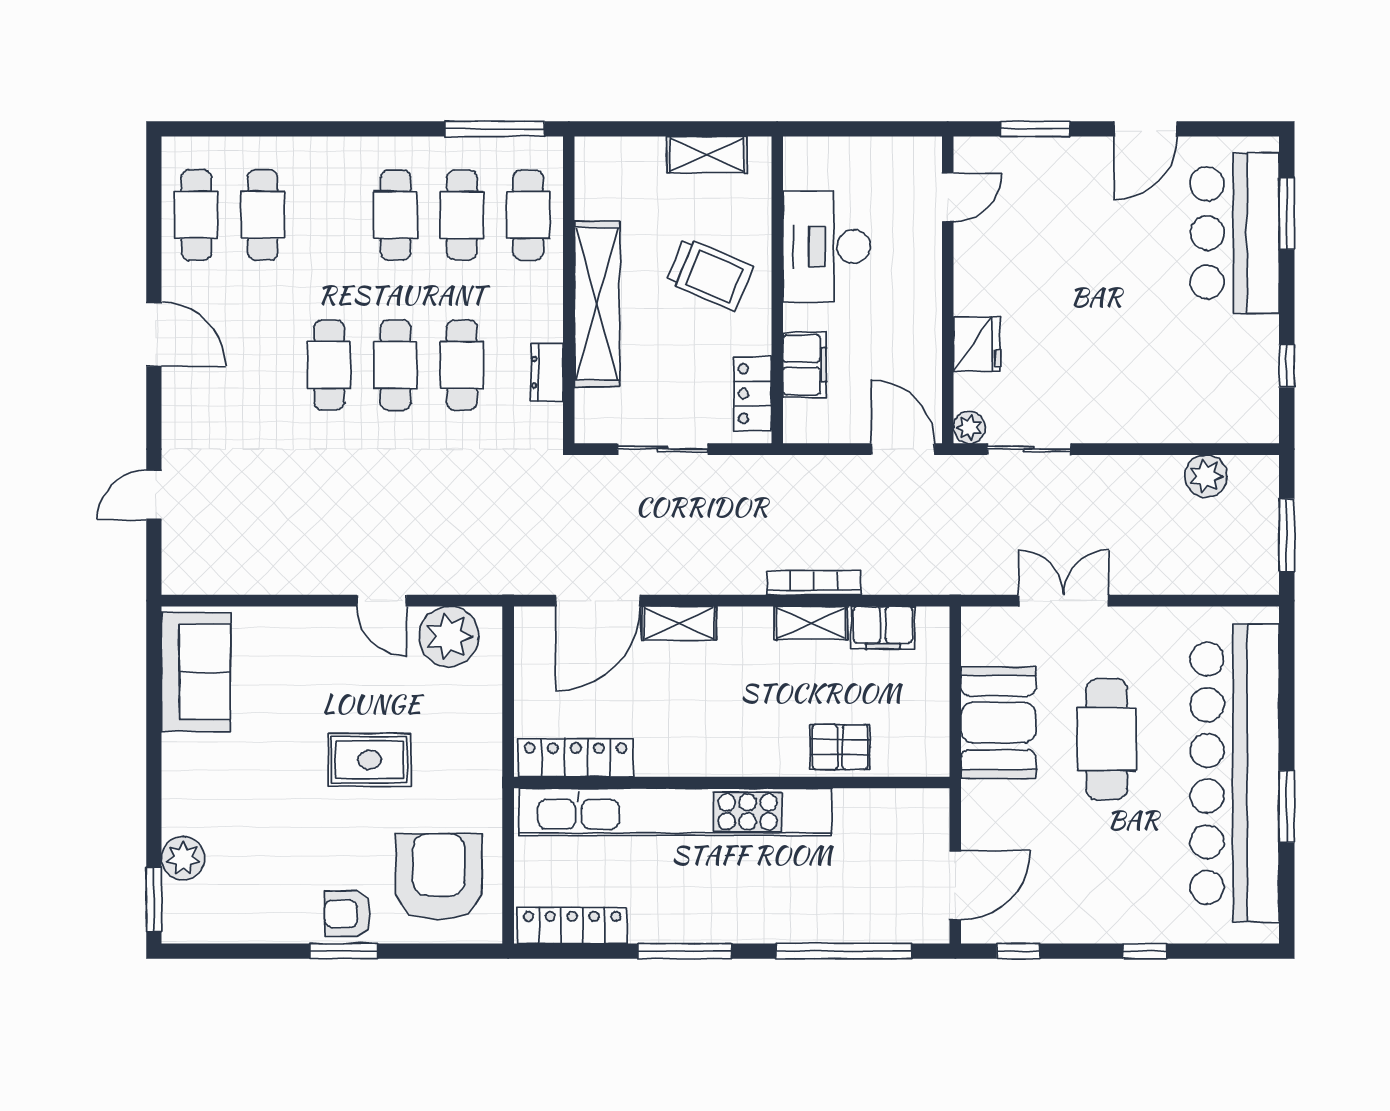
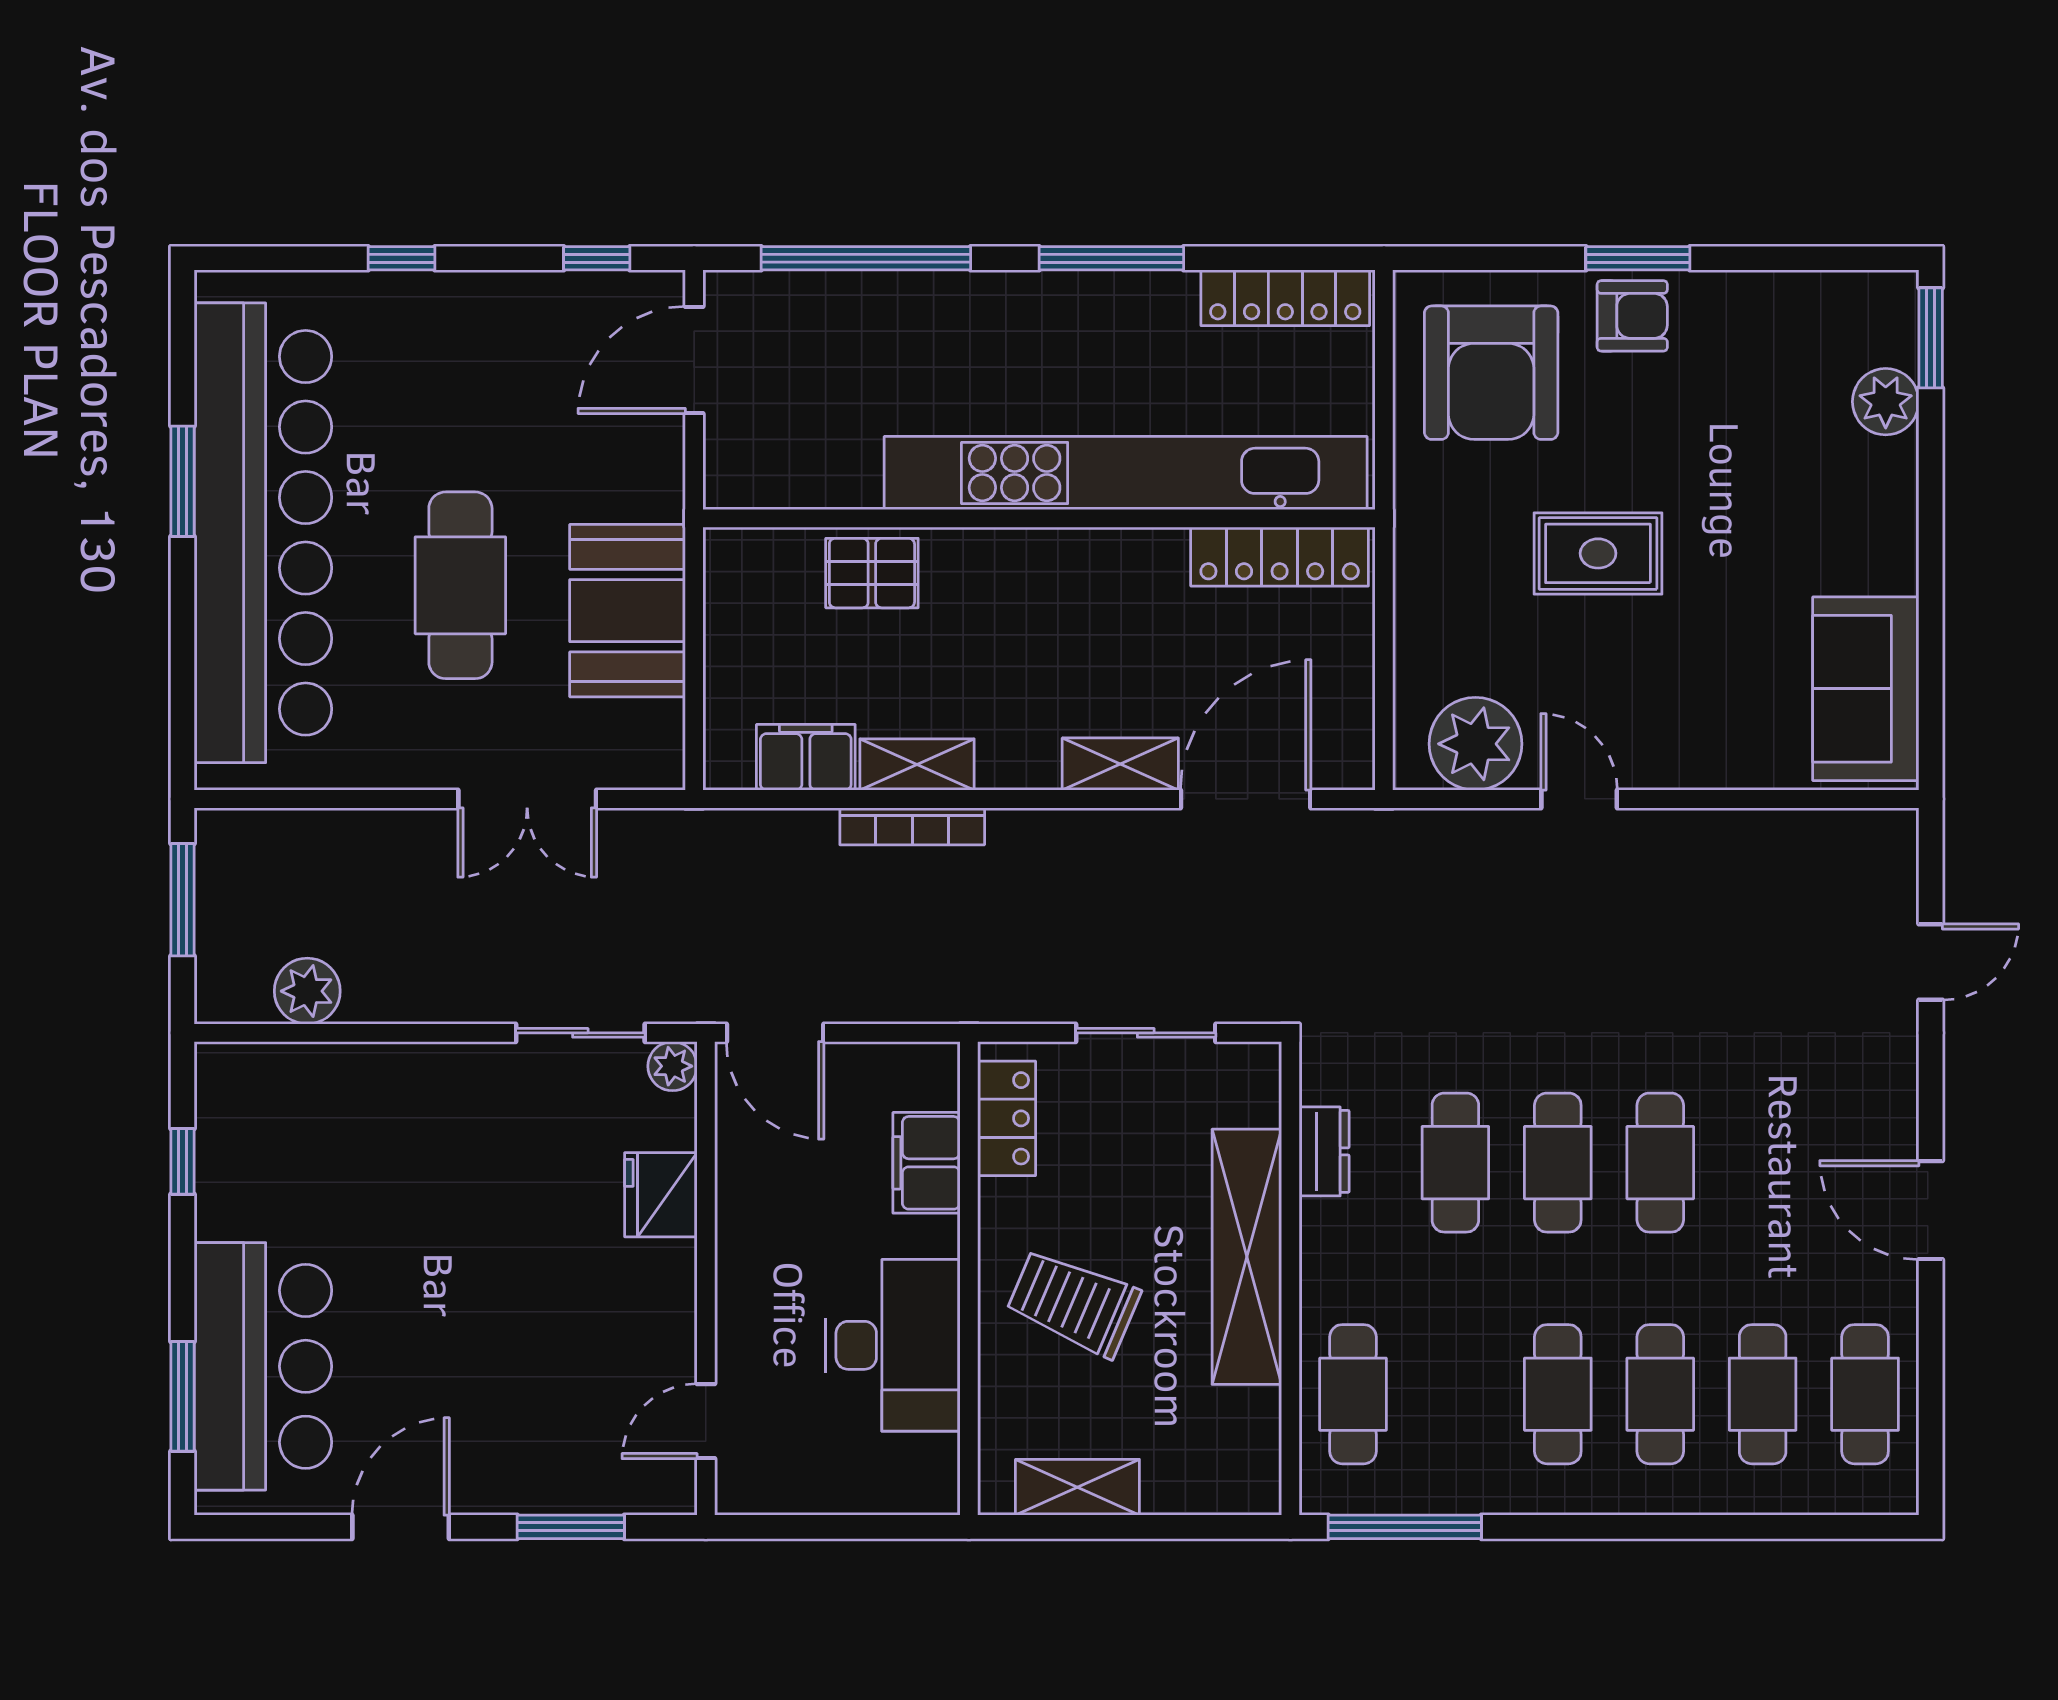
cafe table: (462, 215) -> (1660, 1394), moved

